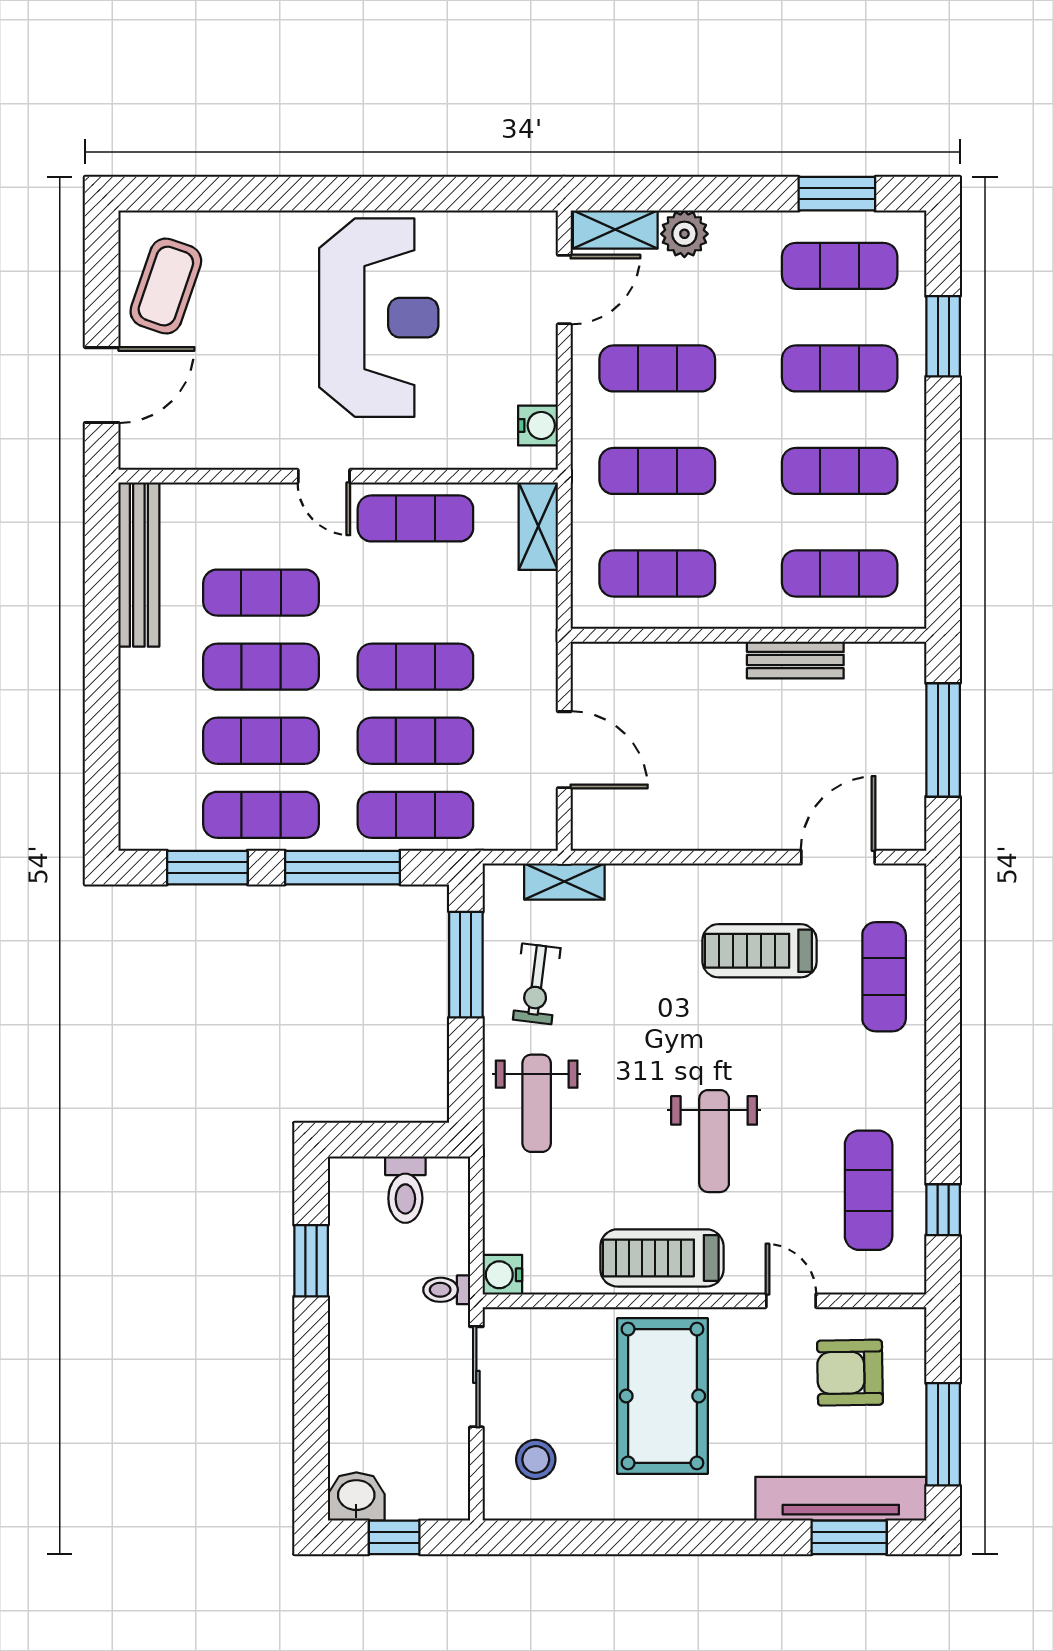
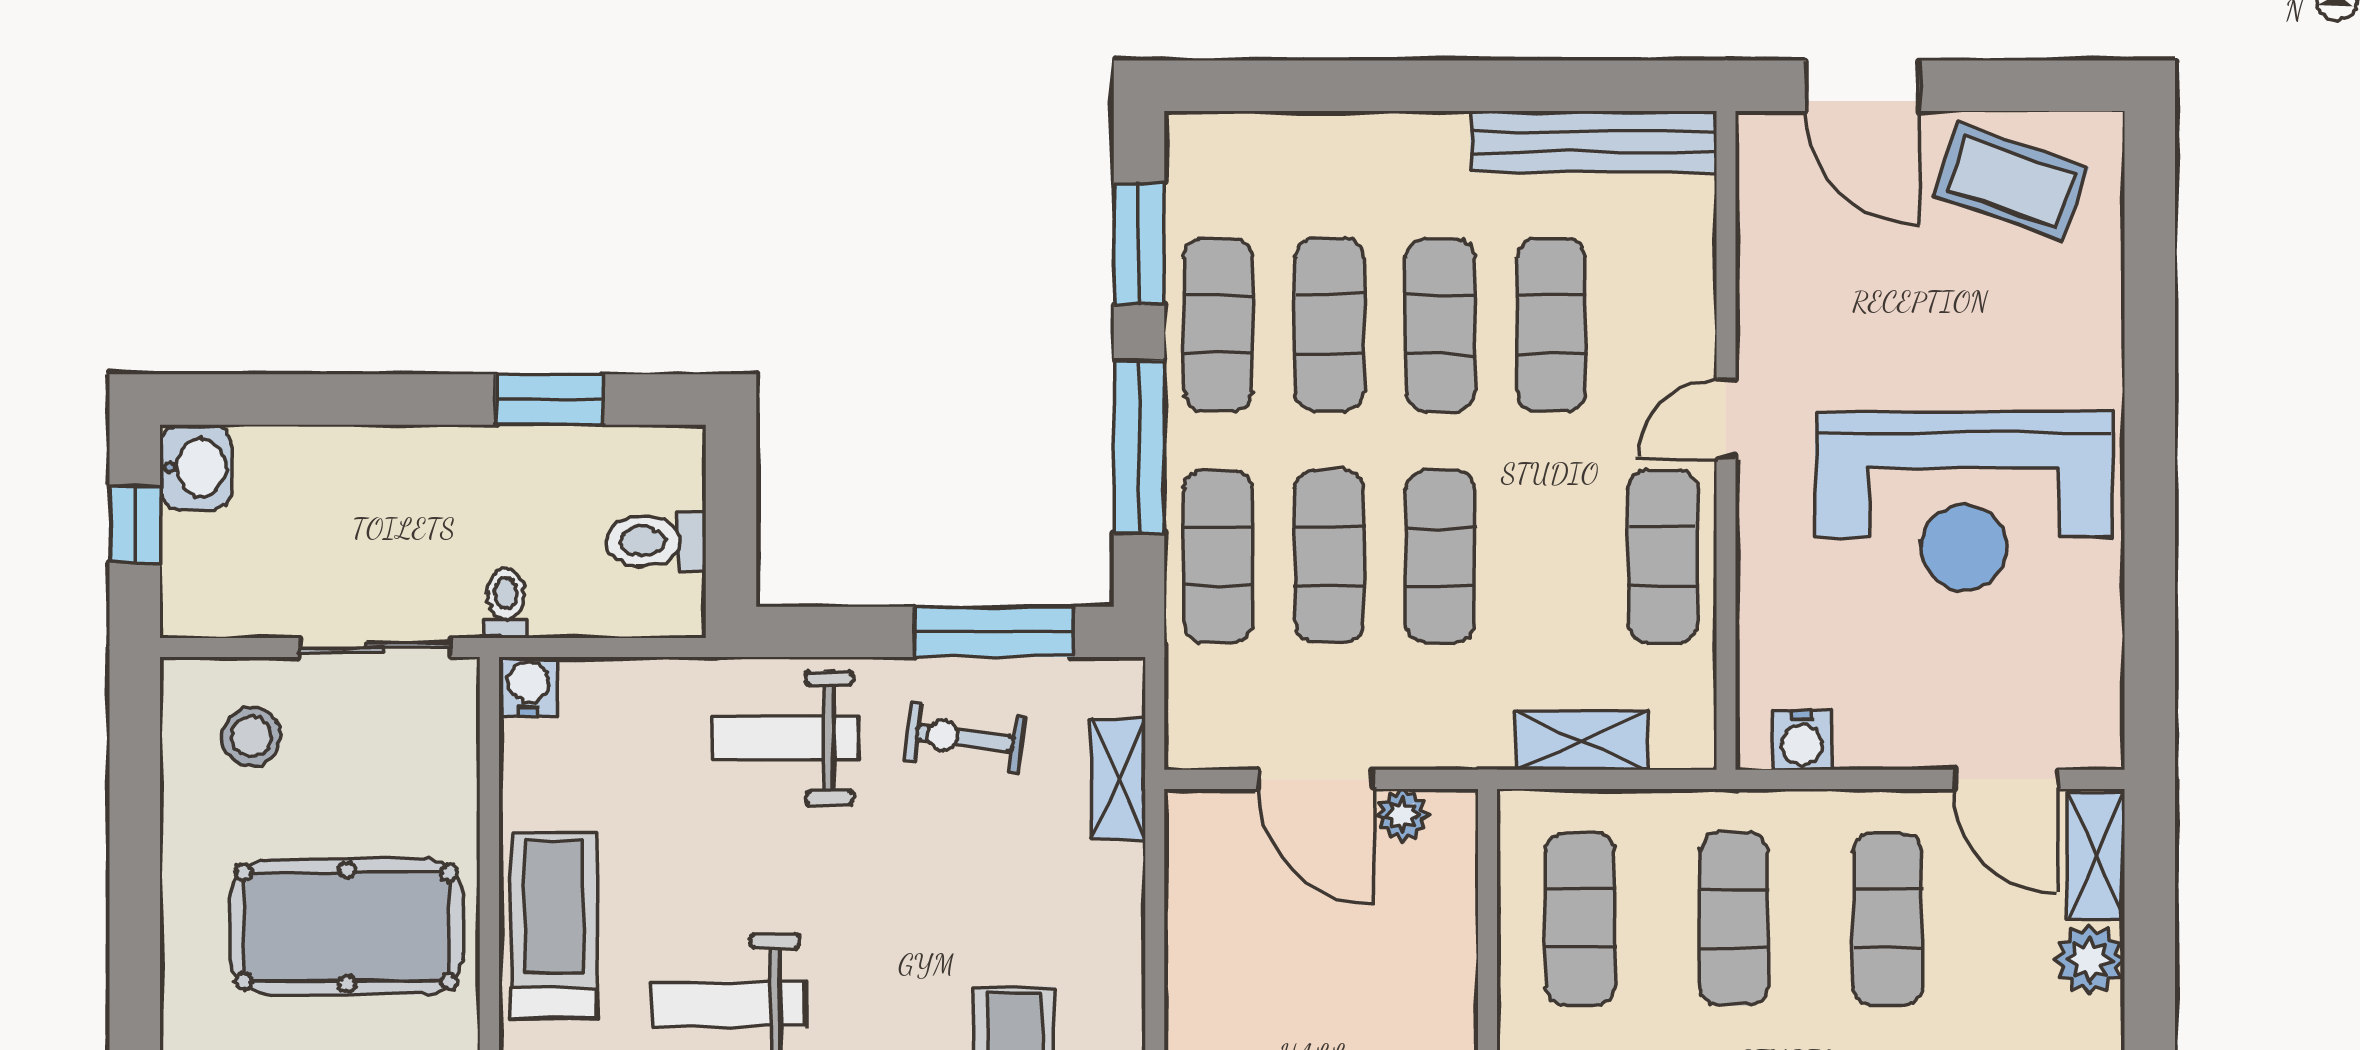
shelving: (538, 526) -> (1581, 740), moved
plant: (588, 692) -> (1402, 815), added
door: (564, 750) -> (1316, 779), hinge flipped

